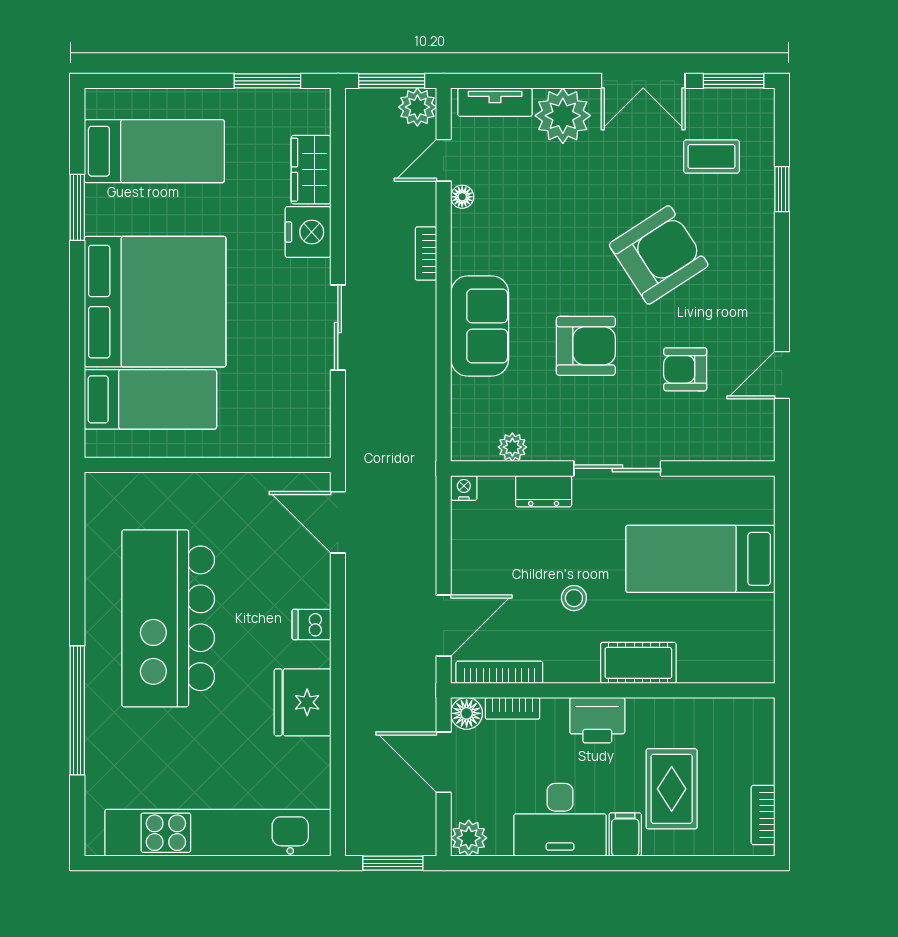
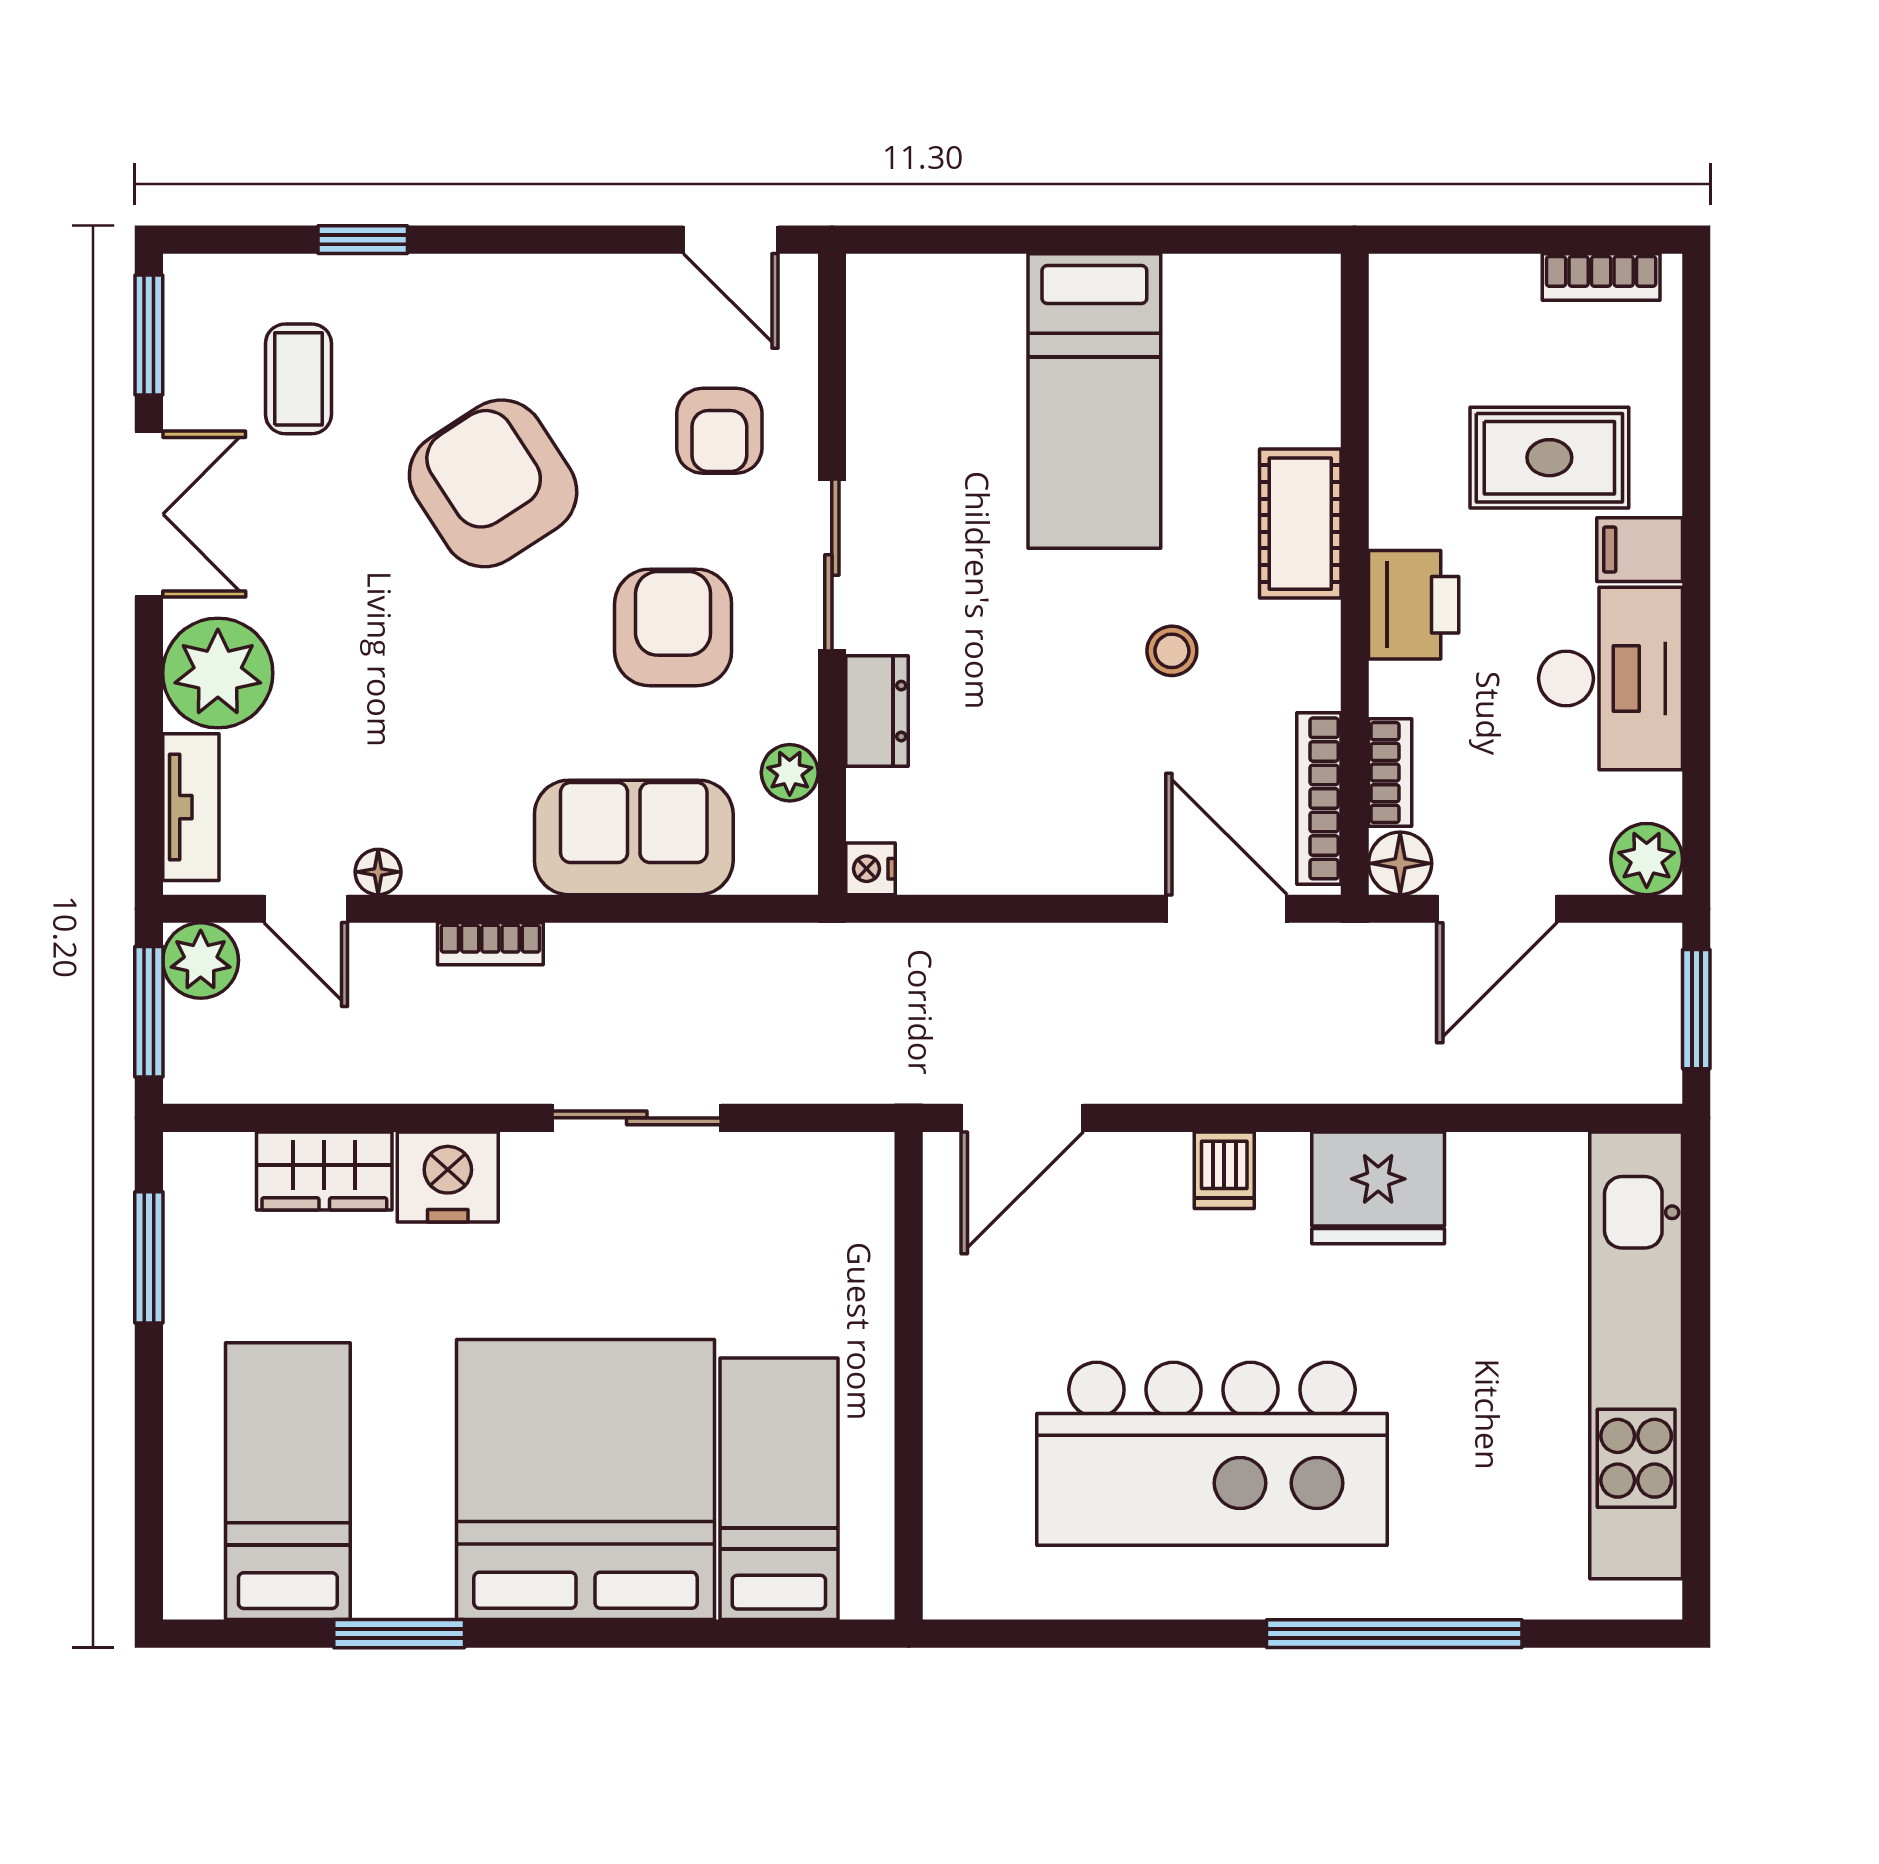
plant: (512, 447) -> (790, 773), moved
wall: (613, 468) -> (832, 574), moved
sliding door: (617, 468) -> (832, 565), moved
nightstand: (464, 488) -> (870, 869), moved
dresser: (544, 491) -> (877, 711), moved

